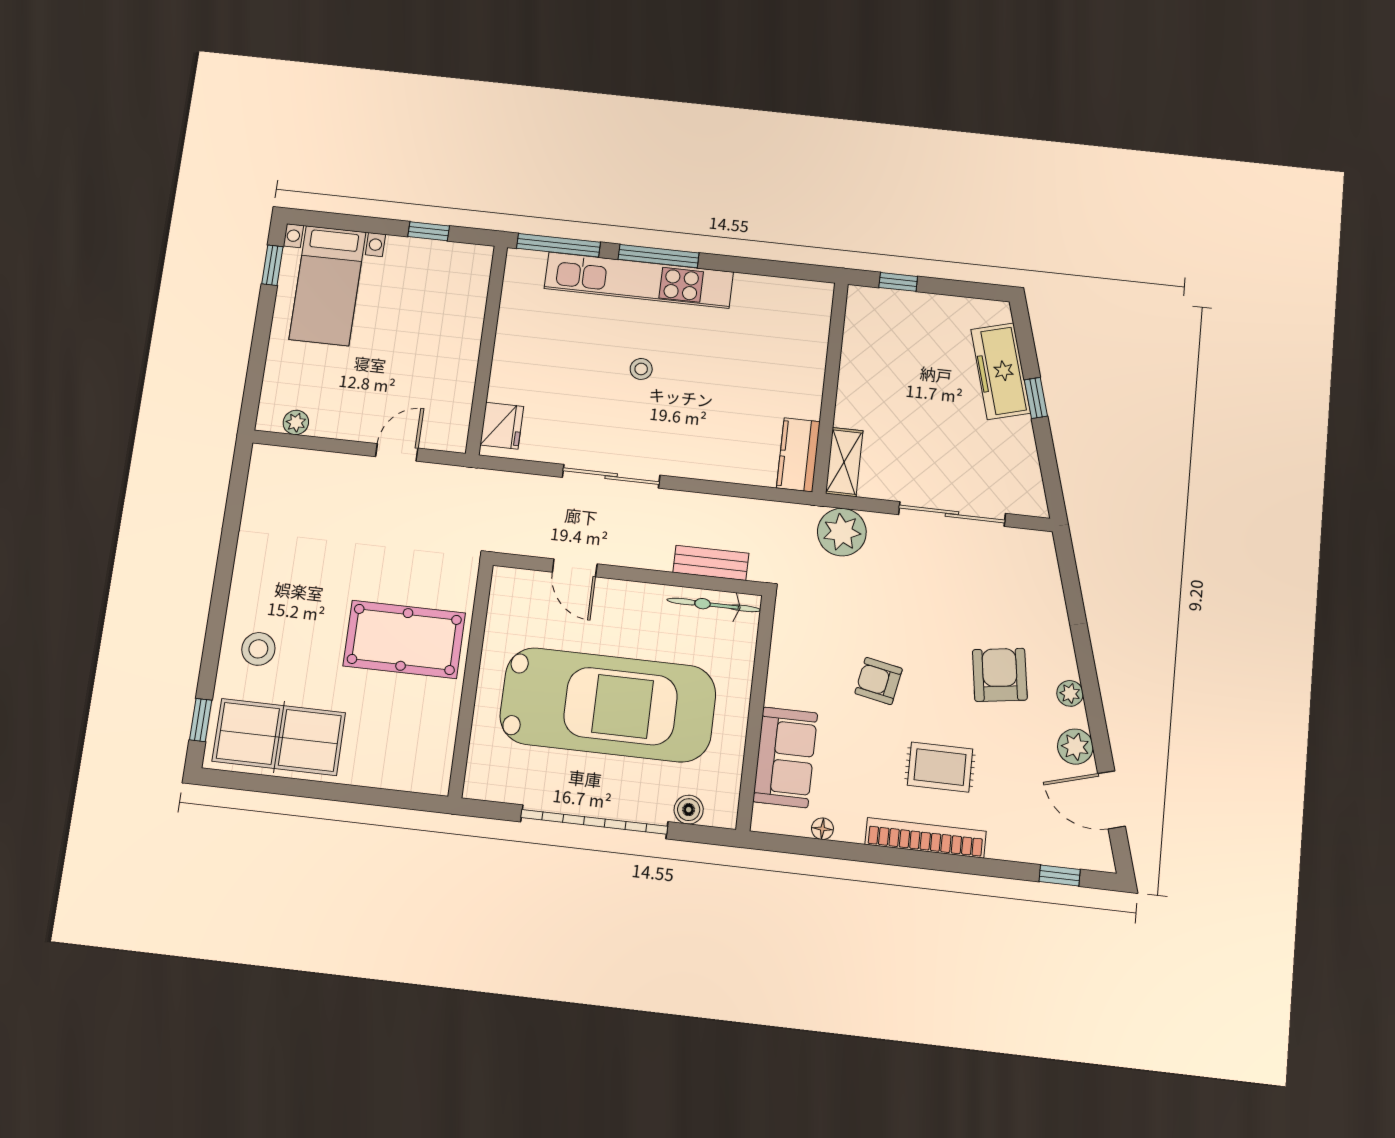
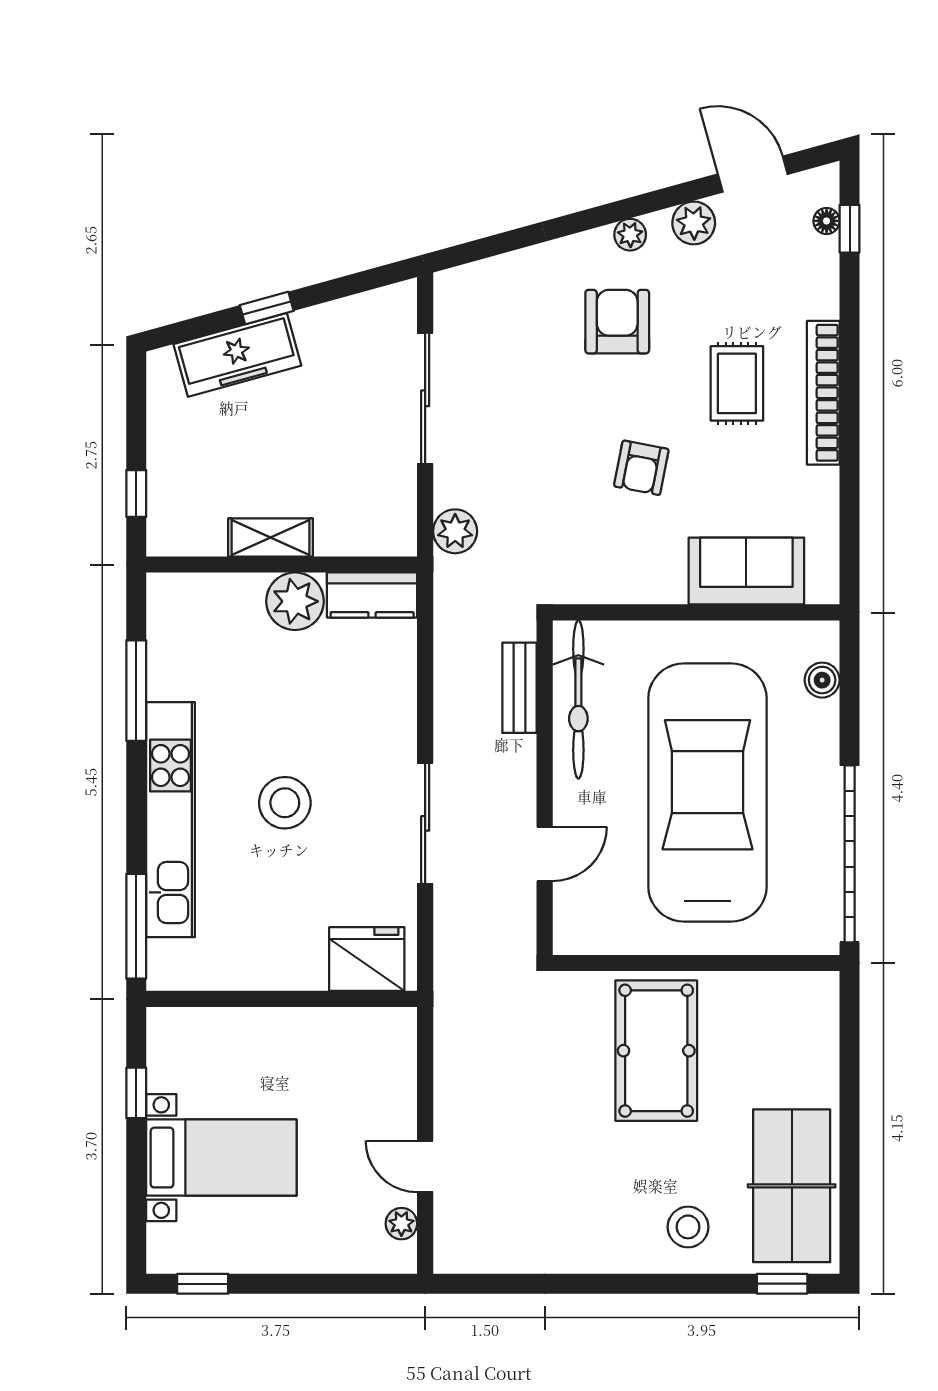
window: (658, 256) -> (136, 691), moved
bed with nightstands: (327, 286) -> (221, 1158), moved
stool: (641, 369) -> (285, 803), width x1.89, depth x1.89
plant: (800, 394) -> (295, 601), added
fridge: (502, 426) -> (367, 959), width x1.36, depth x1.34
door: (397, 452) -> (425, 1166), moved
shelving: (844, 462) -> (270, 537), moved
plant: (842, 532) -> (455, 531), width x0.73, depth x0.73
bicycle: (714, 605) -> (578, 700), width x1.37, depth x1.40
armchair: (1000, 675) -> (617, 322), turned 98
door: (1112, 800) -> (753, 174), swing flipped
garage door: (594, 822) -> (850, 854), moved
floor lamp: (822, 829) -> (827, 221), moved

